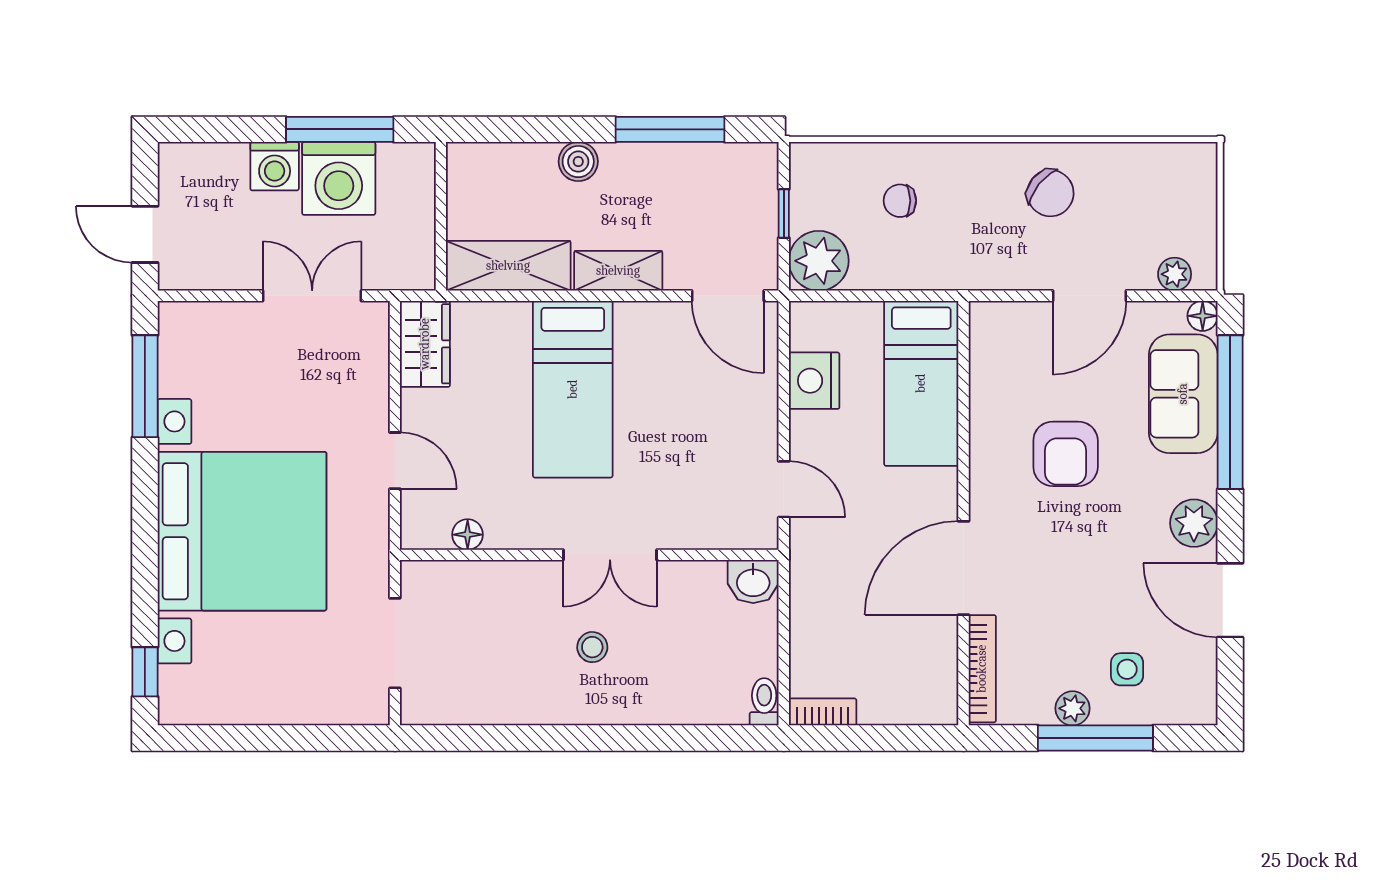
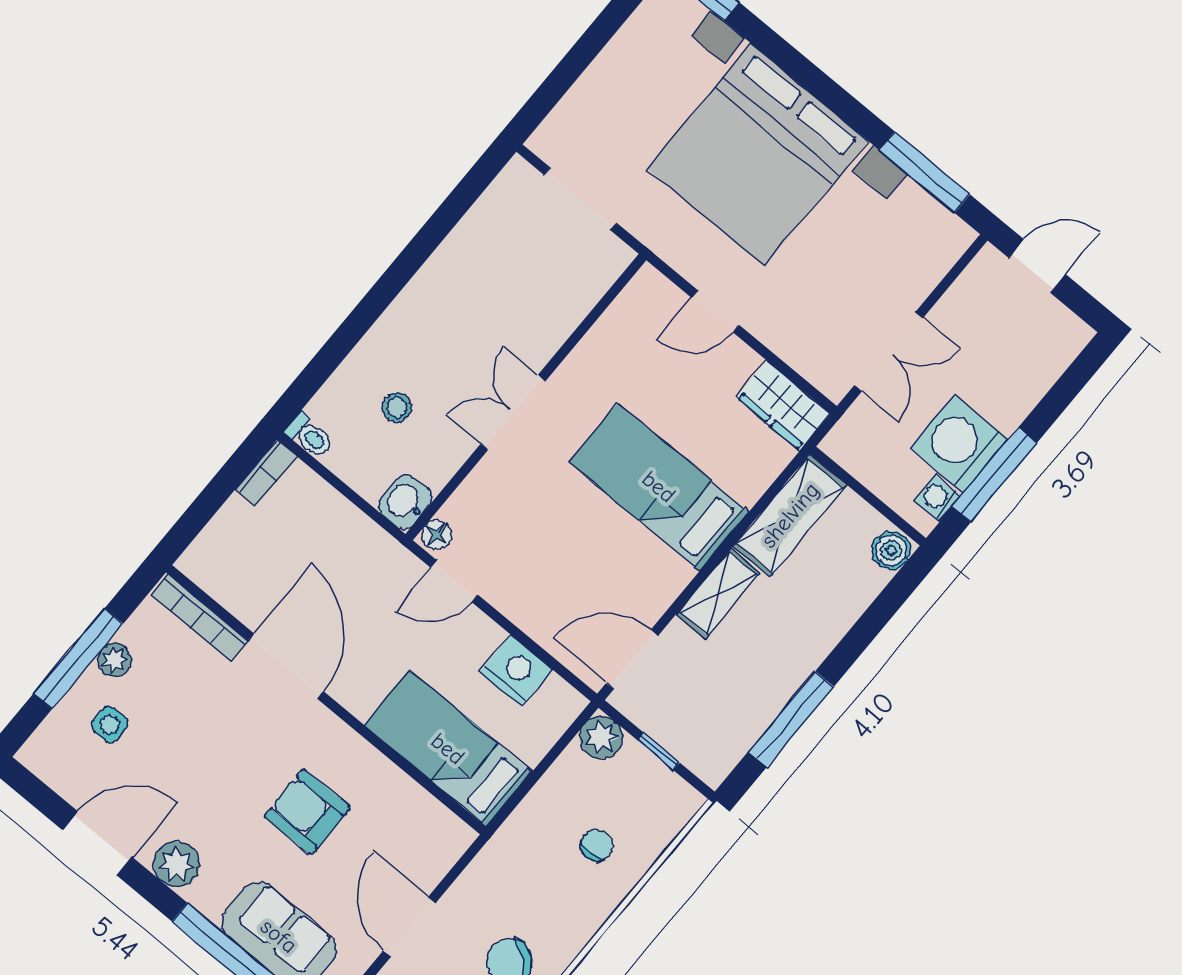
boiler: (578, 162) -> (891, 550), moved
washing machine: (275, 166) -> (938, 498), moved, width x0.73, depth x0.73
plant: (819, 261) -> (601, 737), width x0.73, depth x0.73
floor lamp: (468, 535) -> (437, 535), moved
stool: (592, 647) -> (397, 408), moved

